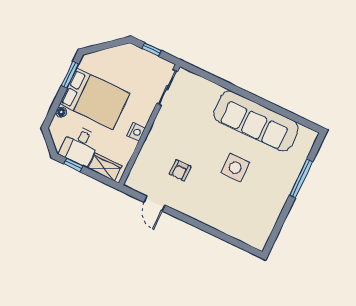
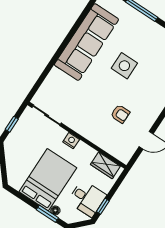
window: (70, 75) -> (47, 214), moved
nightstand: (136, 132) -> (71, 141), moved
wardrobe: (105, 167) -> (105, 165), moved, turned -90

